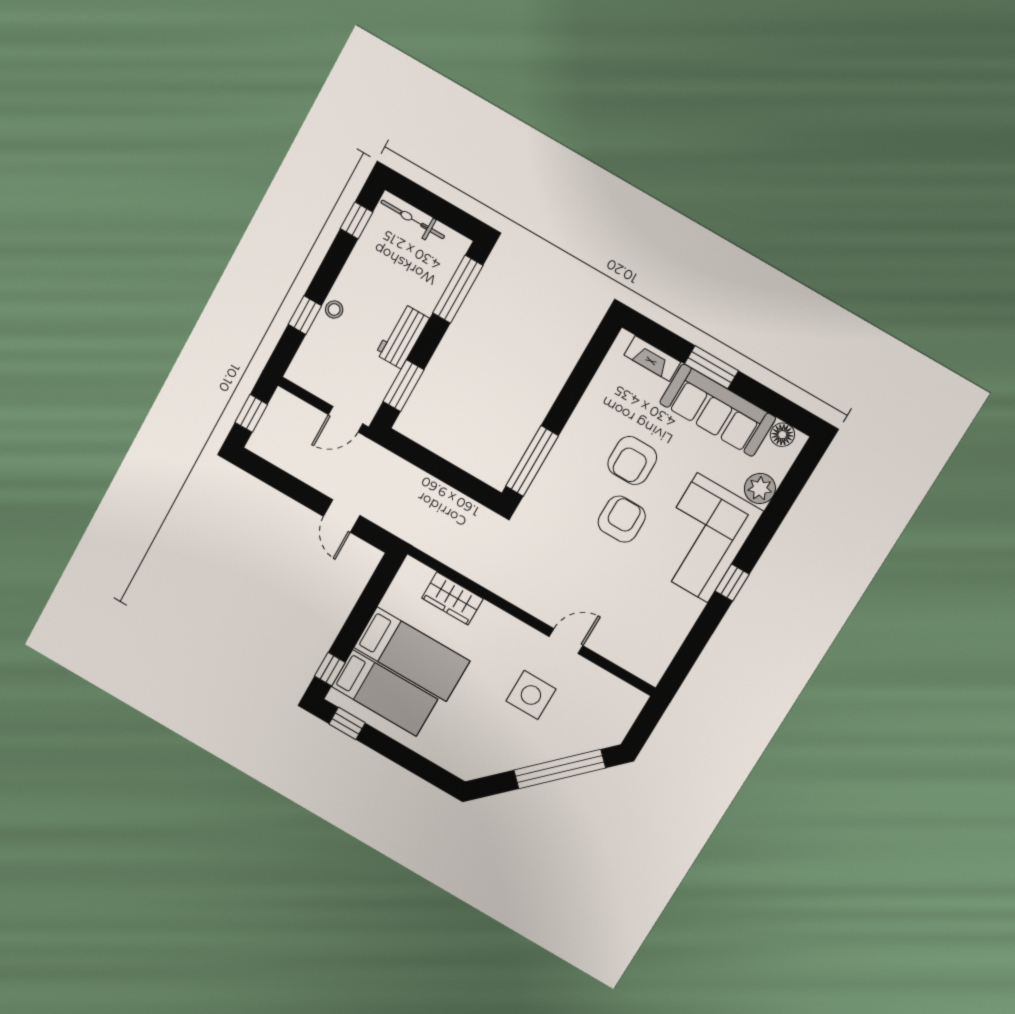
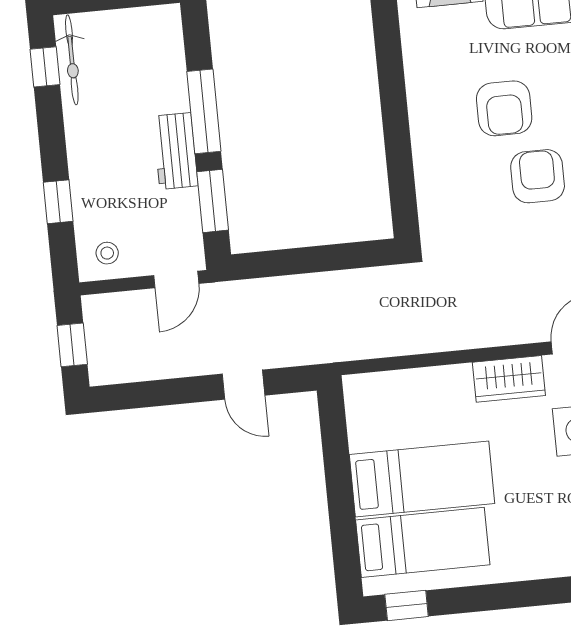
bicycle: (413, 219) -> (72, 60), moved, turned -90
window: (458, 289) -> (204, 111), moved
stool: (334, 309) -> (107, 253), moved
window: (532, 461) -> (402, 183), removed
wardrobe: (452, 598) -> (509, 379), moved
window: (330, 669) -> (346, 560), removed

